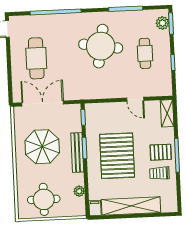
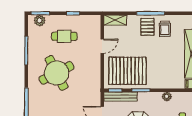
round table: (101, 46) -> (57, 73), turned -36
bench: (77, 153) -> (120, 97), moved
pallet: (117, 156) -> (127, 71), moved
plant: (79, 191) -> (167, 96), moved

